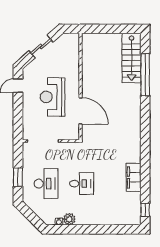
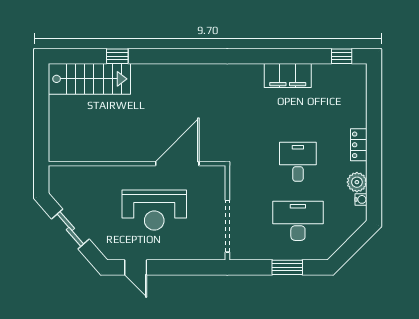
window: (145, 75) -> (117, 56), width x0.32
locker: (92, 220) -> (359, 145), added

